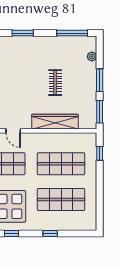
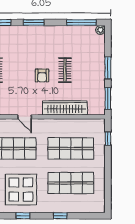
plant: (92, 57) -> (100, 30), moved
armchair: (31, 88) -> (42, 75), added

